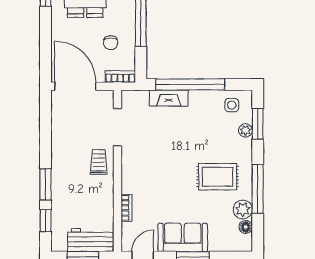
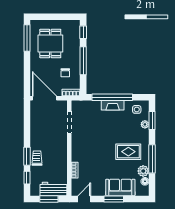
fireplace: (169, 98) -> (113, 105), moved
trolley: (99, 162) -> (37, 158), moved
sofa: (183, 237) -> (120, 187), moved

